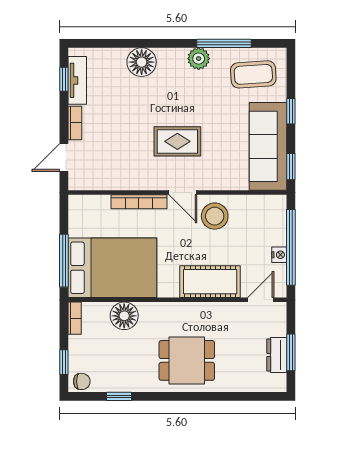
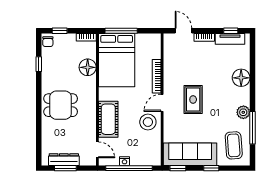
dresser: (277, 355) -> (64, 160), width x1.44
dining table: (187, 360) -> (61, 105), turned 90

